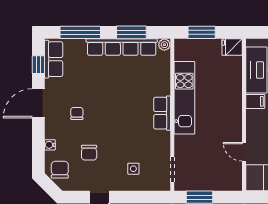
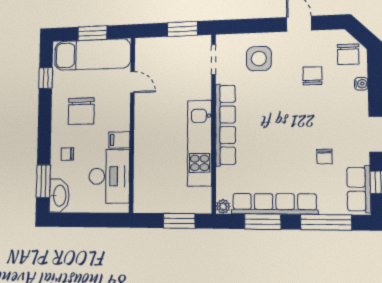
fridge: (232, 47) -> (145, 203), removed
chair: (77, 113) -> (325, 157), moved
row of seats: (162, 113) -> (225, 125), width x2.02
side table: (133, 169) -> (259, 59), width x1.87, depth x1.87

